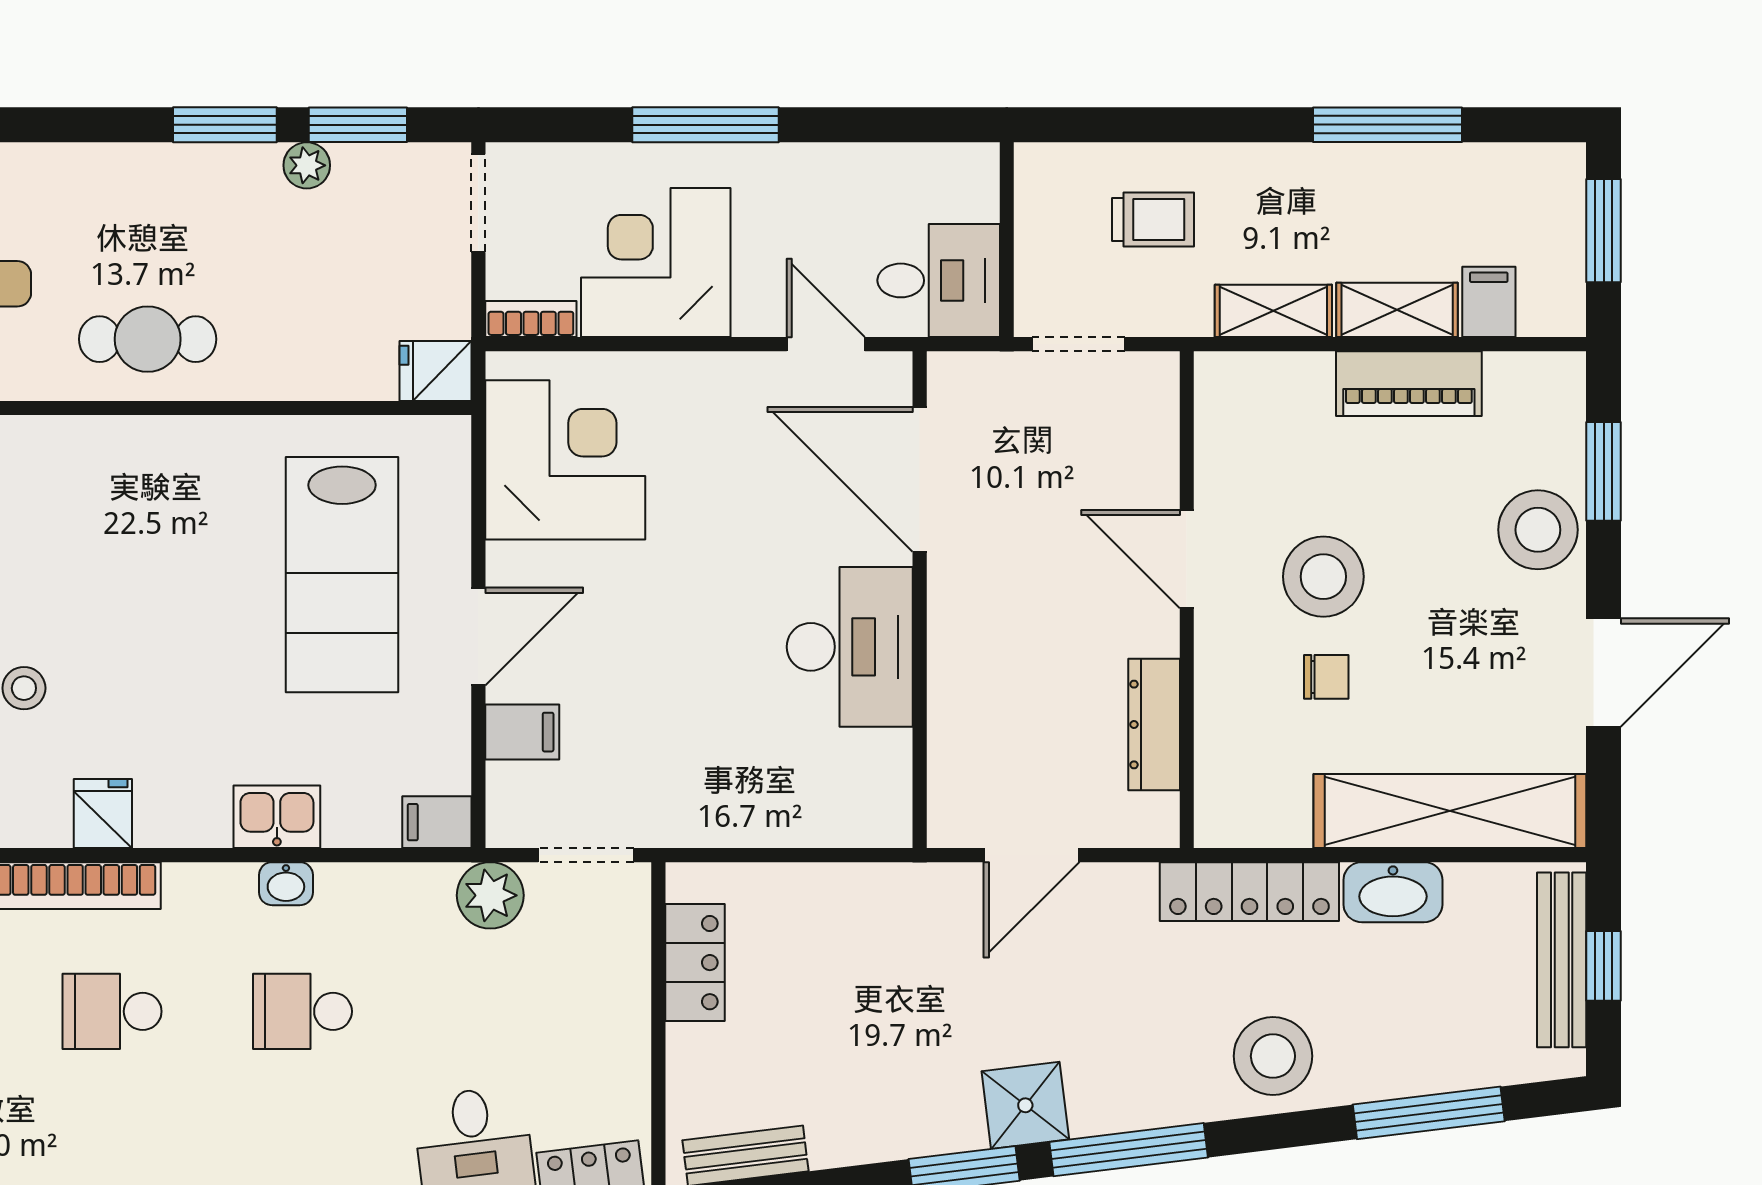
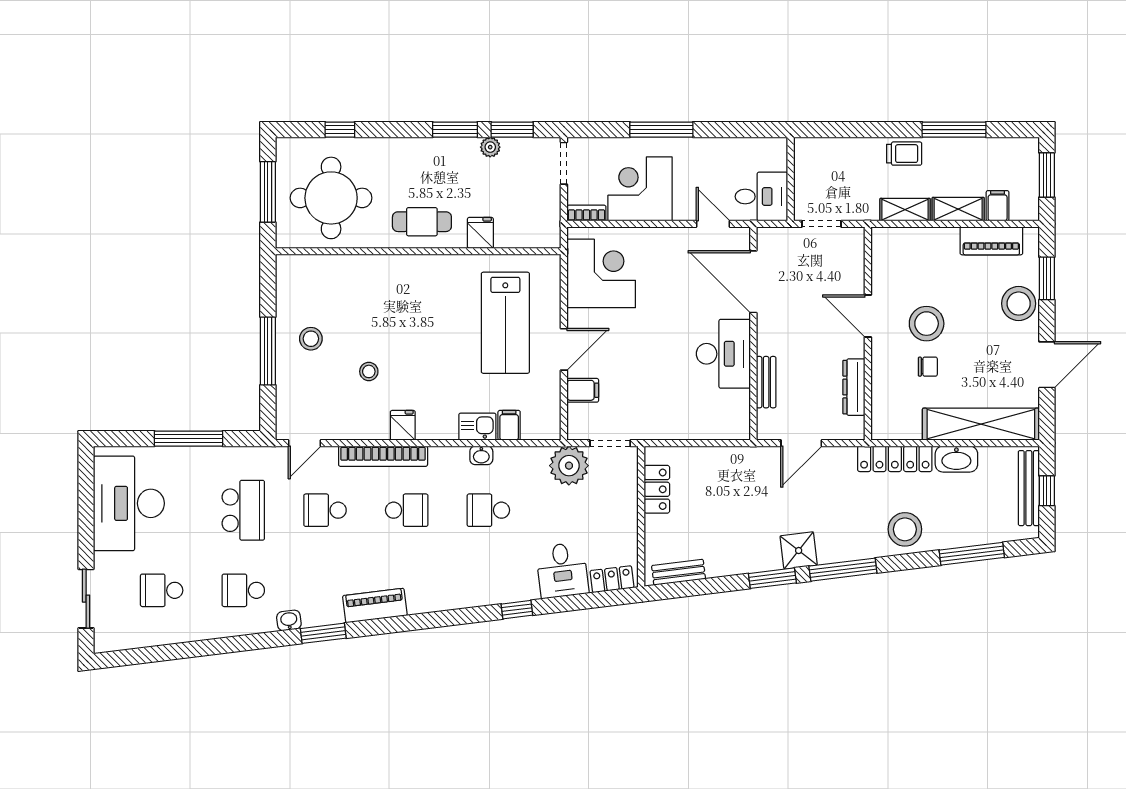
trolley: (1153, 220) -> (904, 154), moved
fridge: (436, 371) -> (480, 233), moved, turned 90
piano: (1409, 384) -> (991, 241), moved
bench: (949, 713) -> (766, 382), added
filing cabinet: (437, 822) -> (509, 425), moved, turned 90
plant: (490, 895) -> (569, 466), width x1.36, depth x1.36
school desk: (112, 1011) -> (407, 510), turned 180

